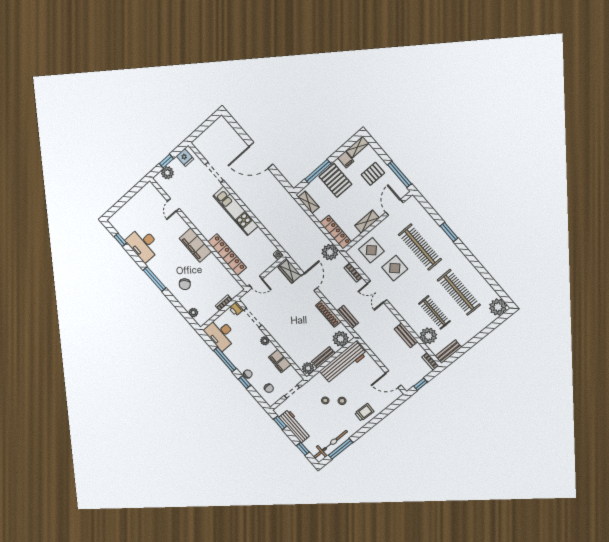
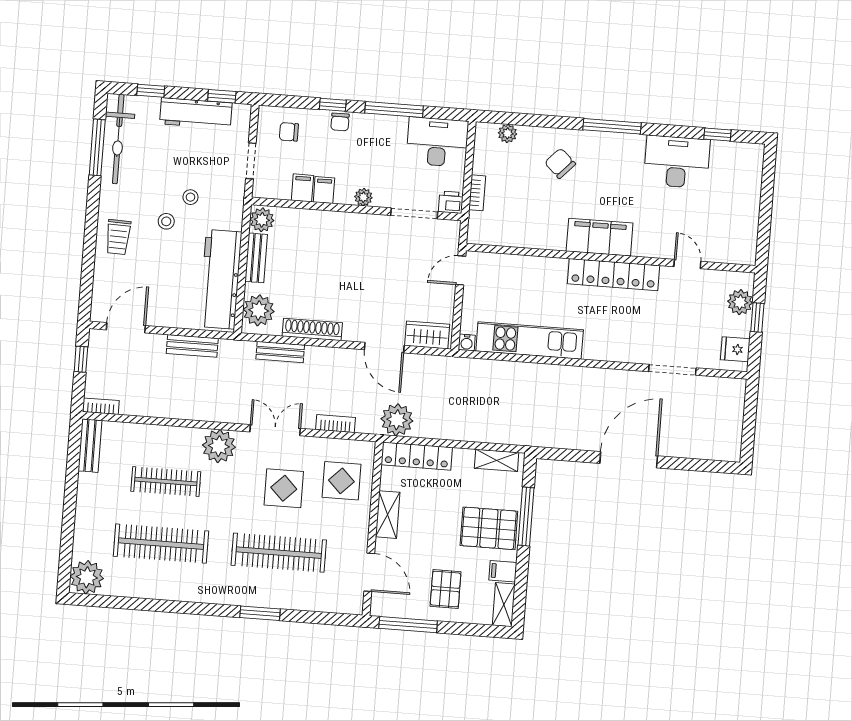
kitchen unit: (236, 211) -> (530, 340), moved
locker: (227, 255) -> (613, 275), moved
bench: (406, 335) -> (192, 346), moved
plant: (428, 336) -> (219, 446), moved

